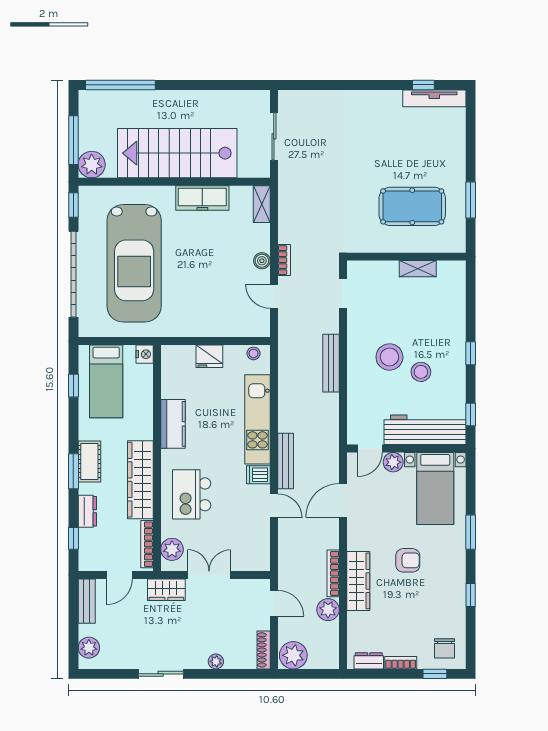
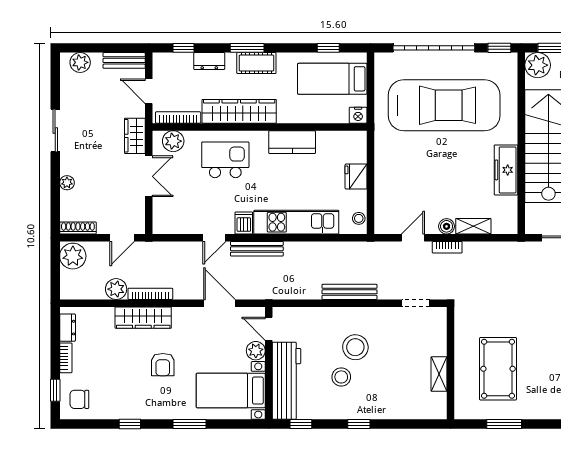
shelving: (262, 204) -> (473, 226), moved
car: (134, 263) -> (444, 105), turned 180

